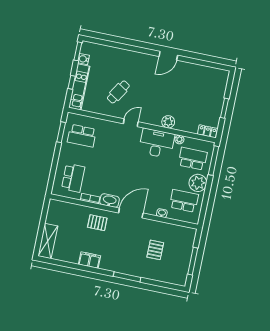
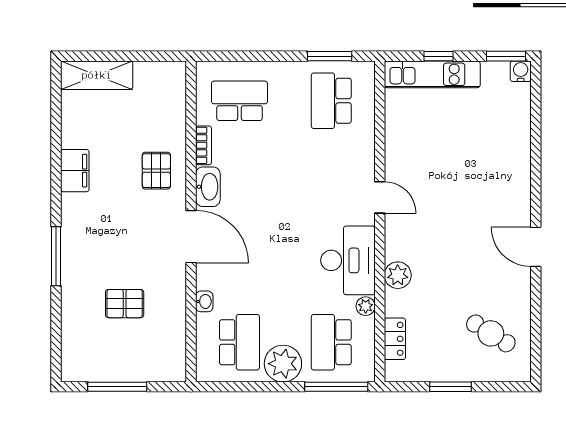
water cooler: (84, 59) -> (521, 71), moved
cafe table: (118, 92) -> (491, 333), moved
locker: (207, 131) -> (395, 339), moved
school desk: (193, 159) -> (331, 342), turned 180
school desk: (73, 178) -> (239, 101), turned 180

